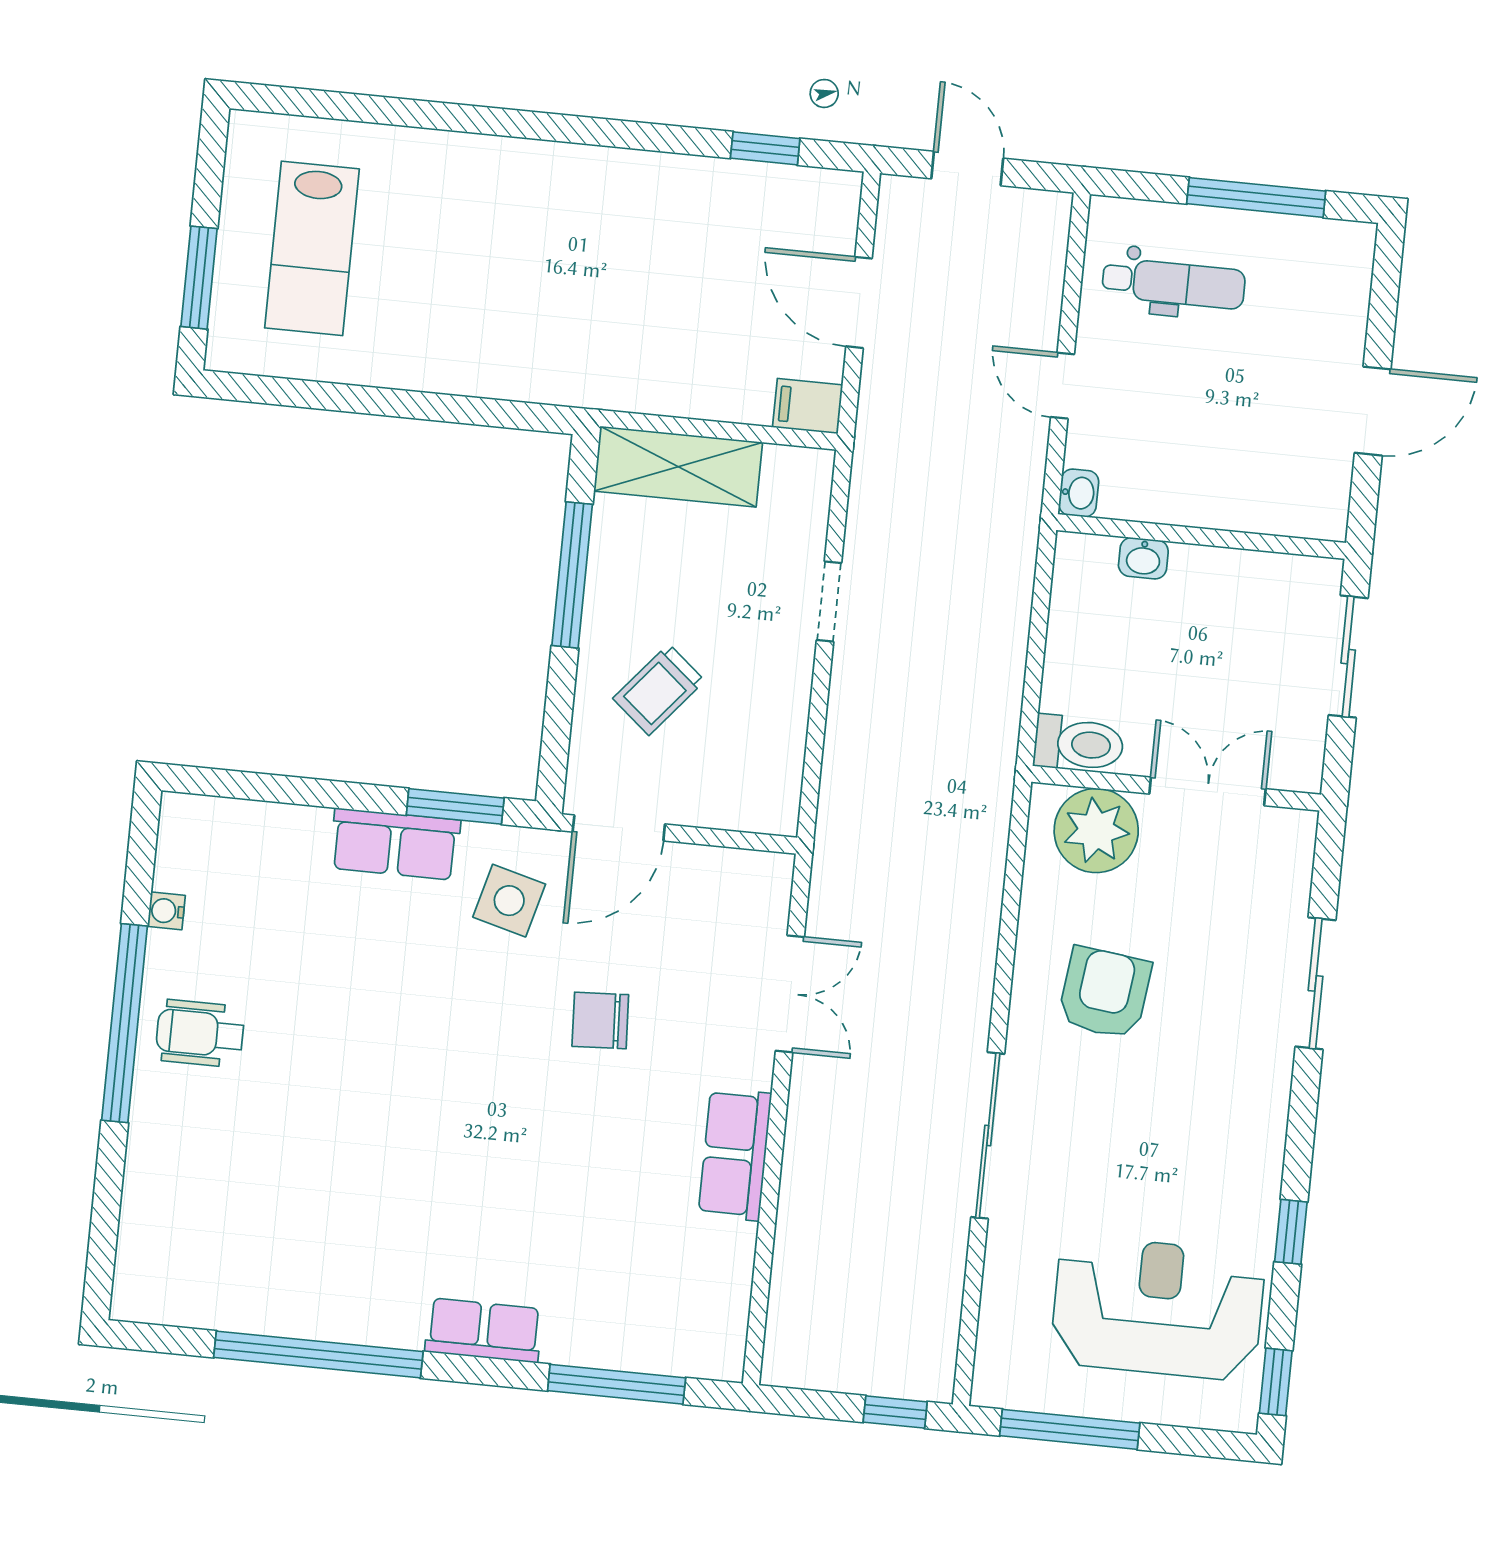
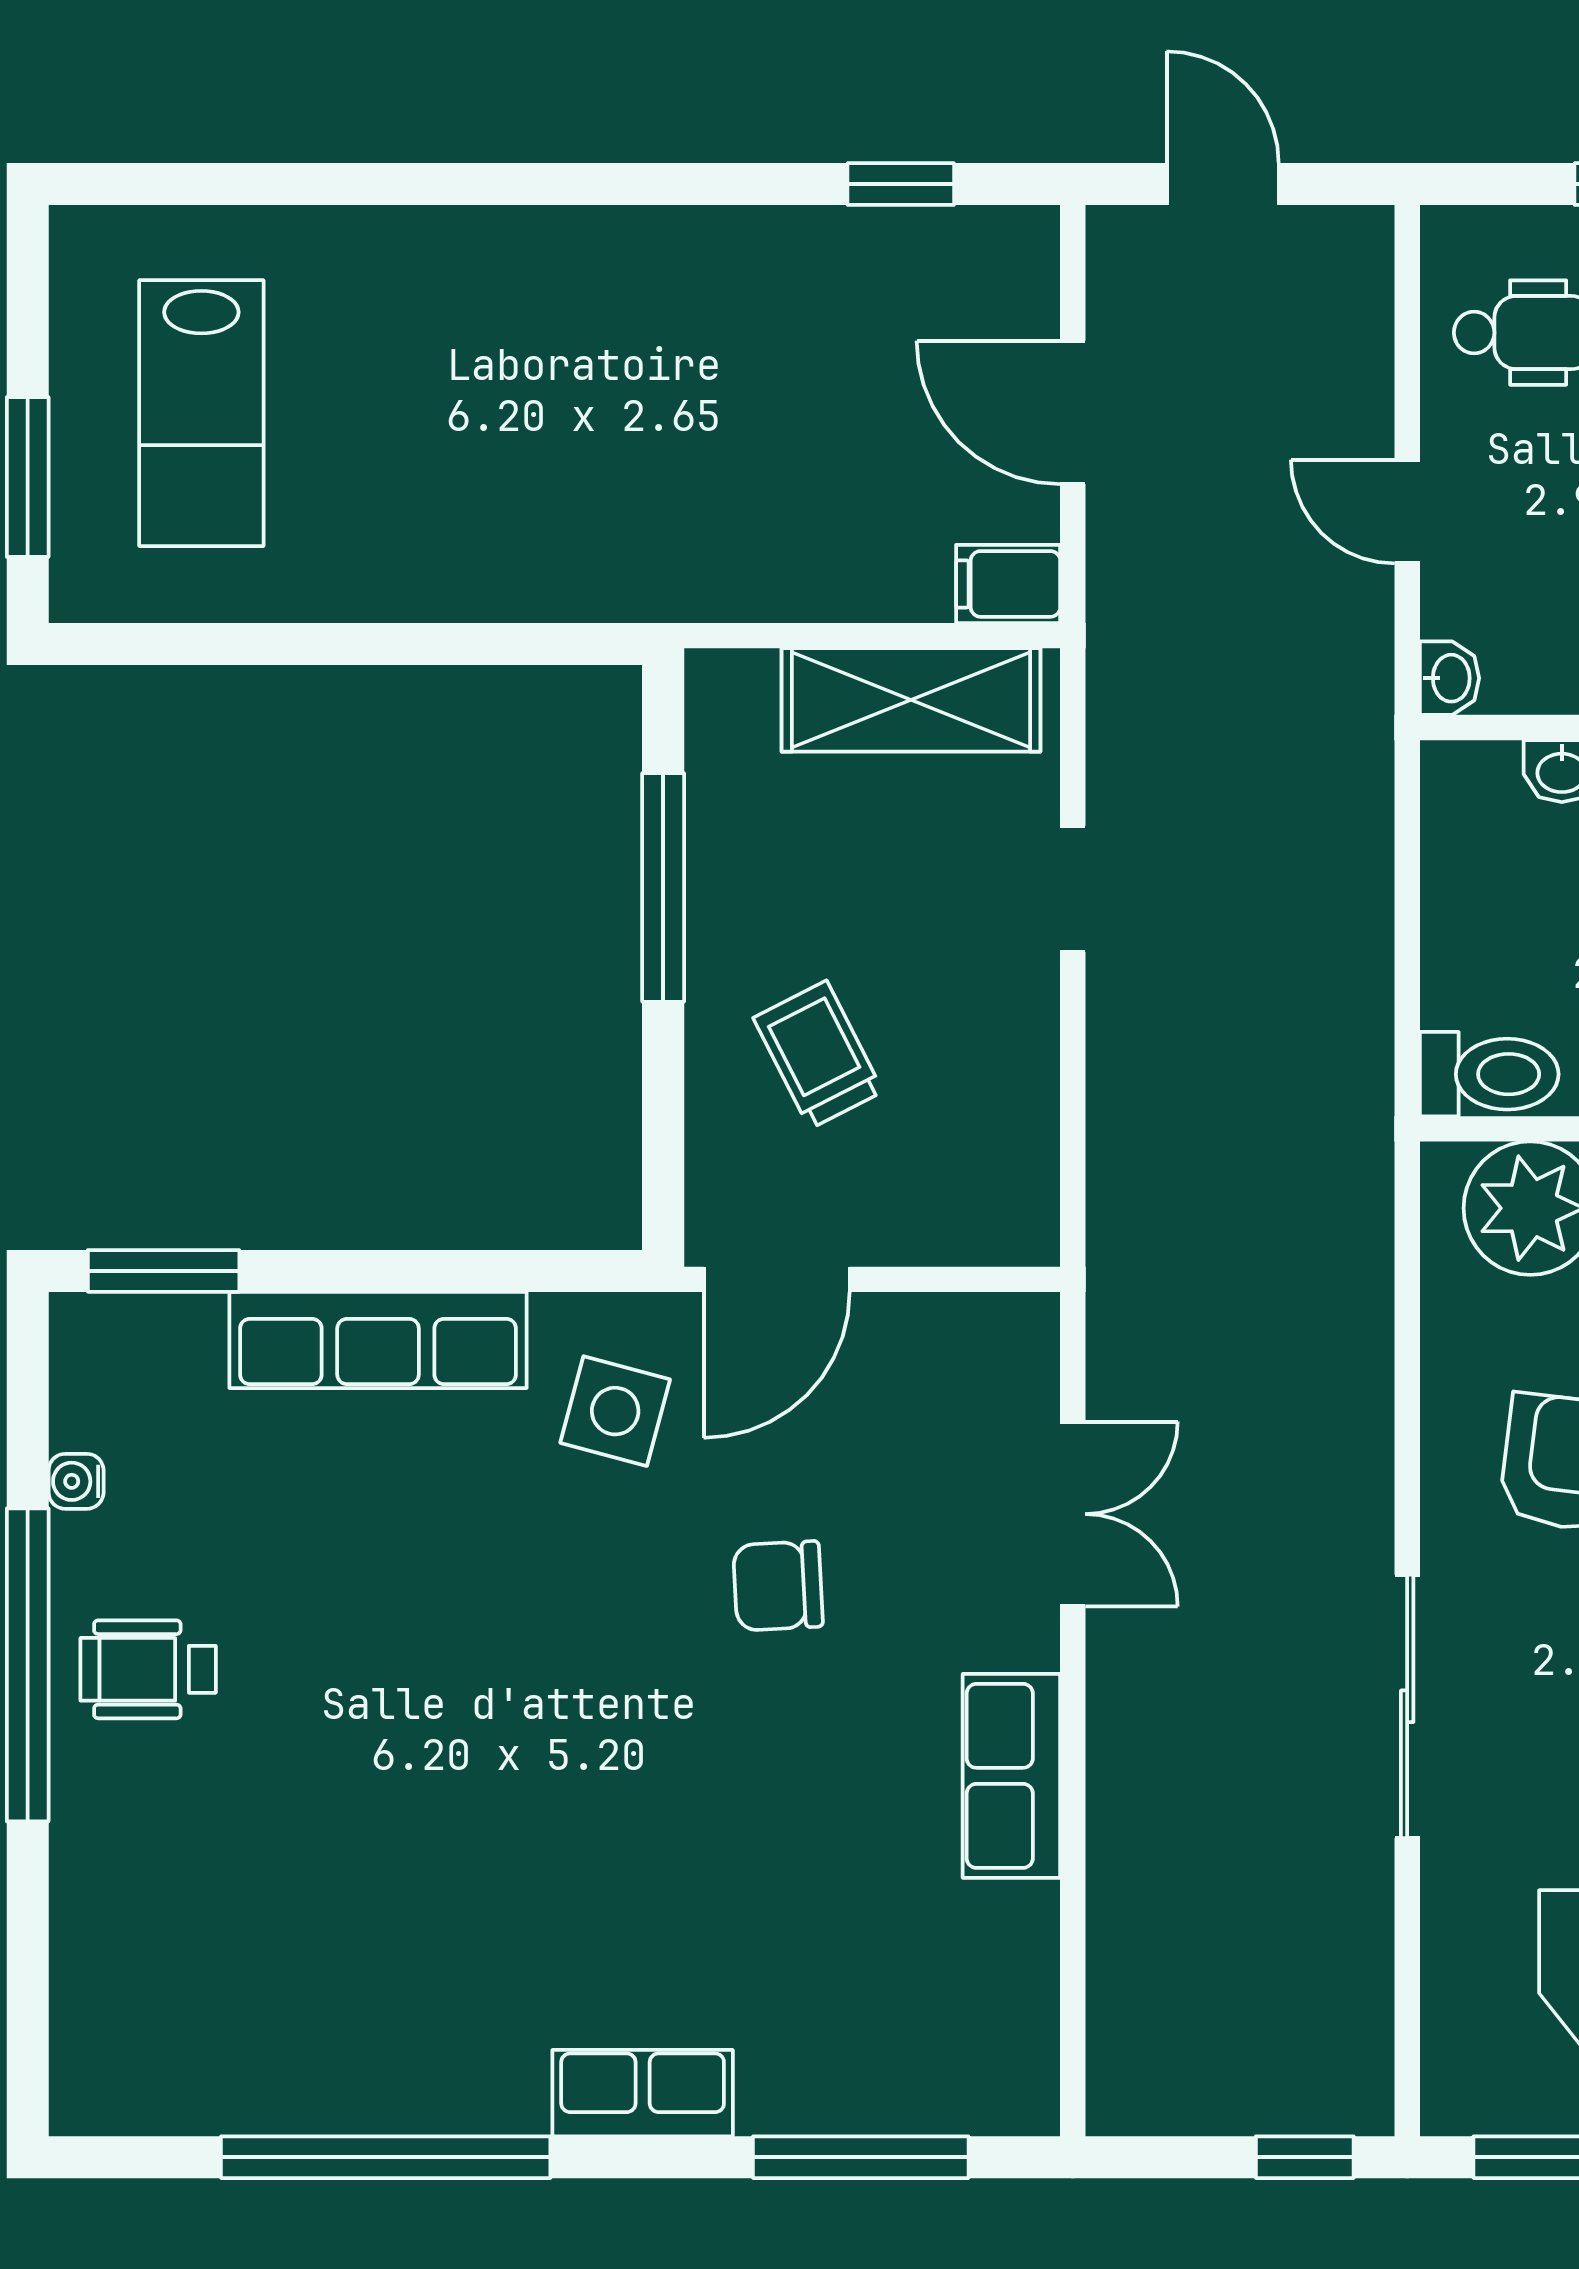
shelving: (678, 467) -> (911, 700), moved
trolley: (659, 690) -> (818, 1055), turned 113
window: (455, 806) -> (164, 1271), moved
row of seats: (395, 844) -> (378, 1340), width x1.48

